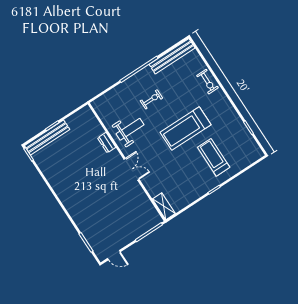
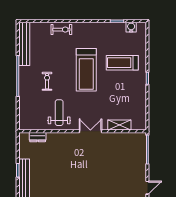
dresser: (107, 143) -> (38, 137), moved
water cooler: (251, 144) -> (131, 27), added
shelving: (164, 206) -> (119, 125), moved

